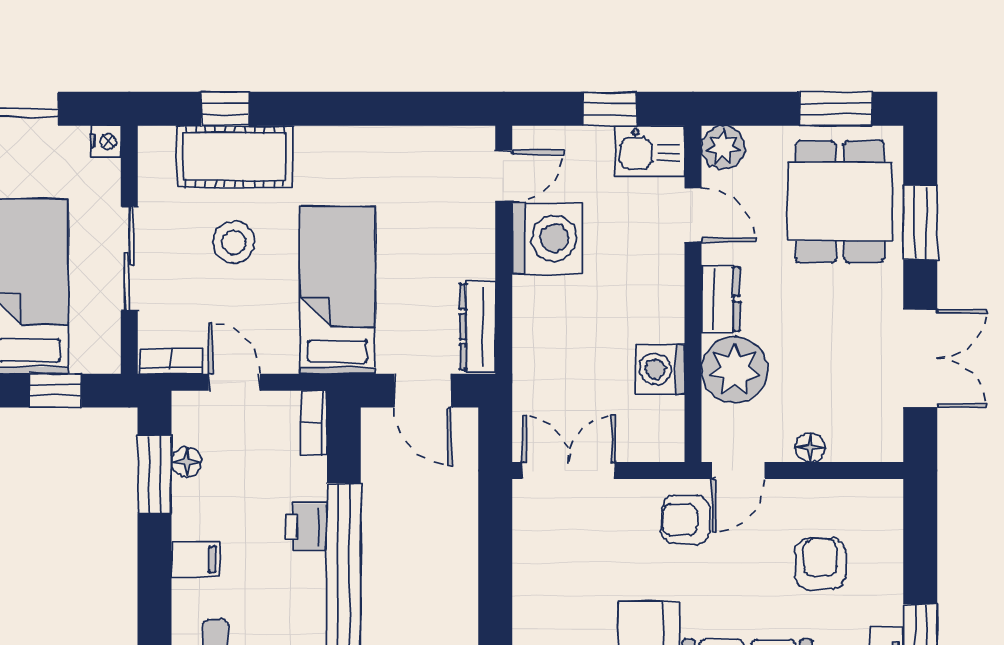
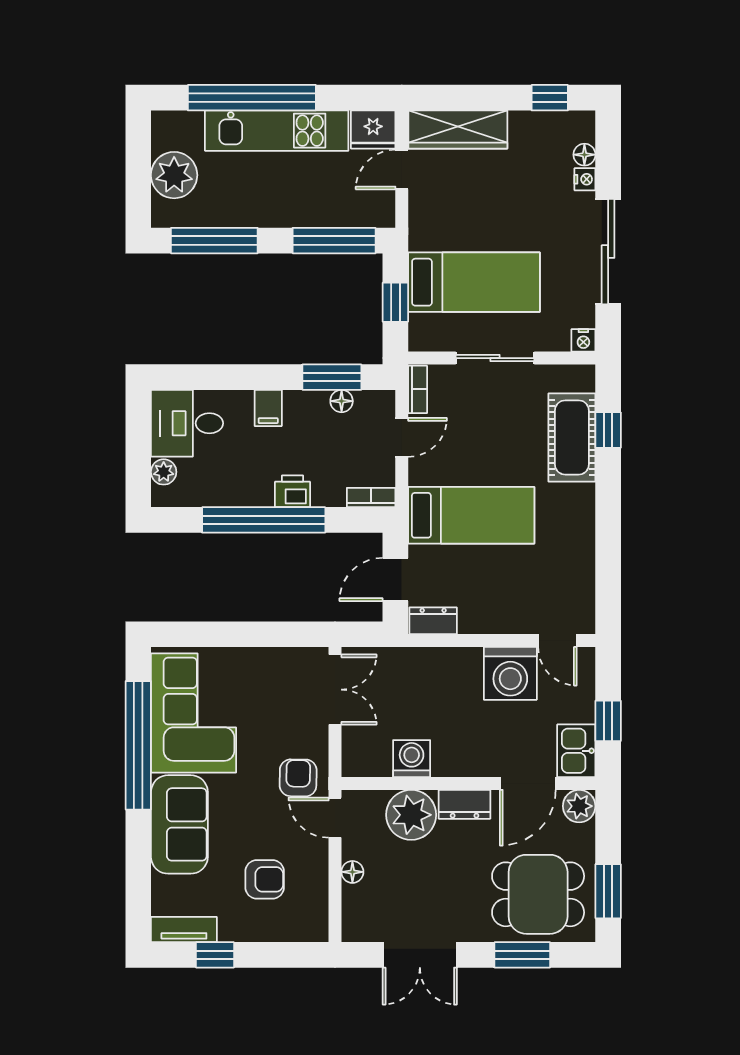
door: (693, 215) -> (528, 783), width x1.38
stool: (234, 242) -> (507, 437), removed
dresser: (478, 327) -> (433, 621), width x0.70

